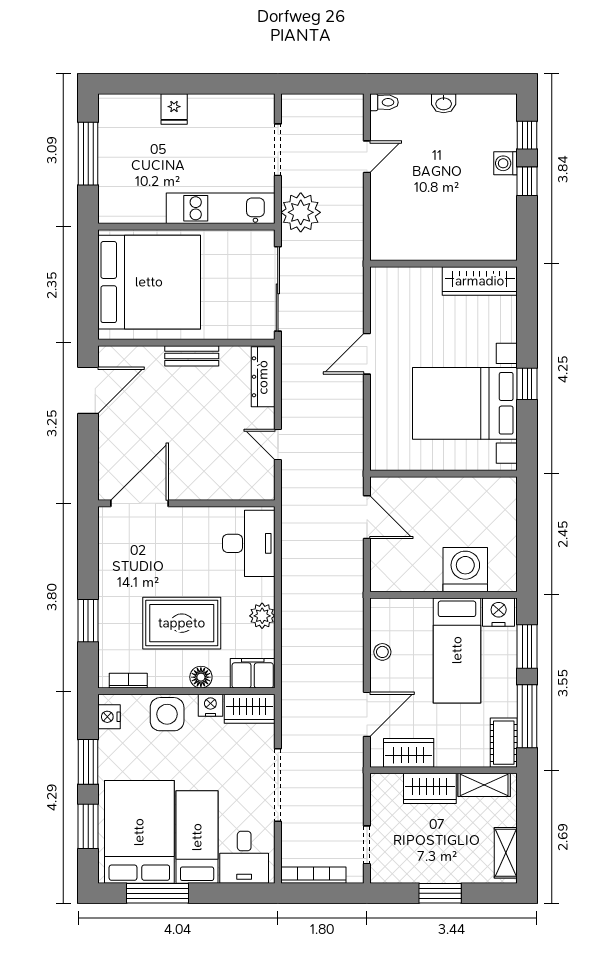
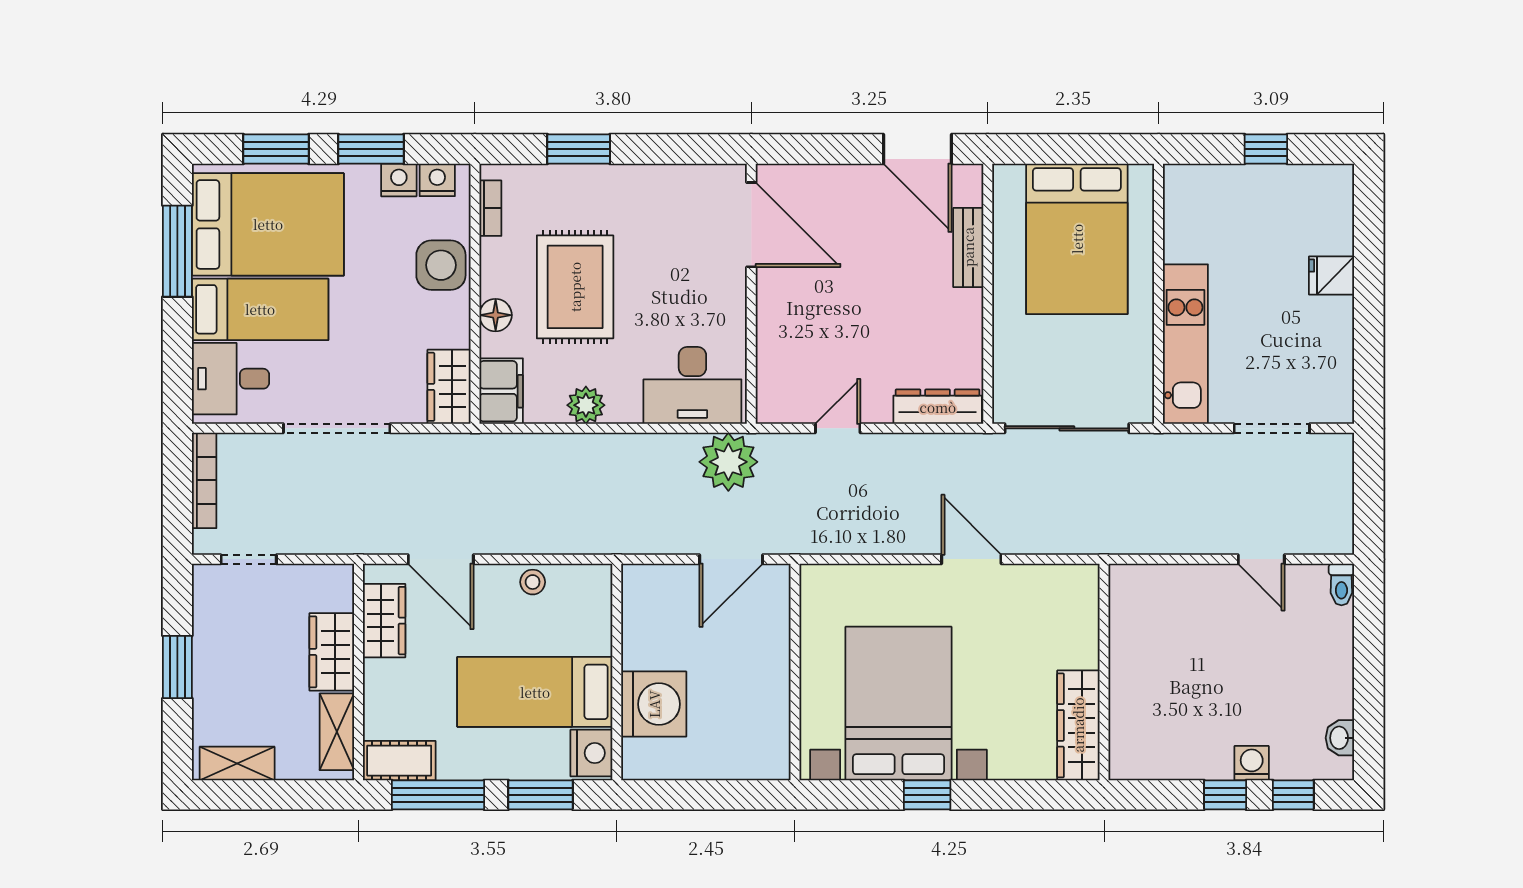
washbasin: (444, 103) -> (1340, 738), moved
window: (88, 154) -> (1266, 149), width x0.46
plant: (301, 212) -> (728, 462), moved
bed: (149, 282) -> (1077, 239), width x0.73
bench: (192, 356) -> (968, 247), moved
nightstand: (210, 705) -> (399, 180), moved, turned -90

